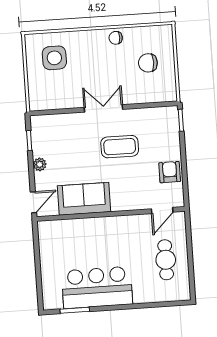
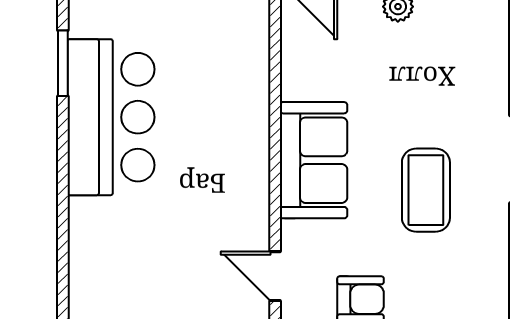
sofa: (84, 199) -> (313, 160), moved
cafe table: (166, 260) -> (163, 277), removed

